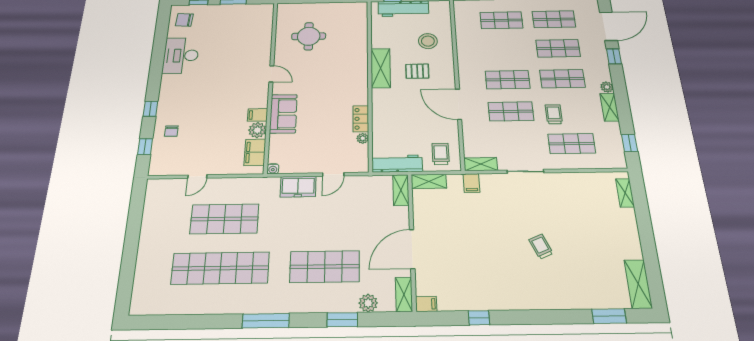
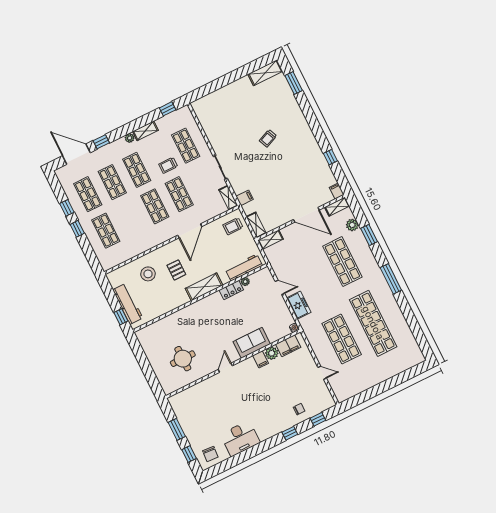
shelving: (381, 68) -> (204, 287), moved
workbench: (397, 164) -> (244, 268), moved, turned 90
shelving: (625, 193) -> (206, 100), removed

